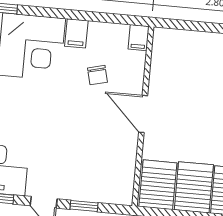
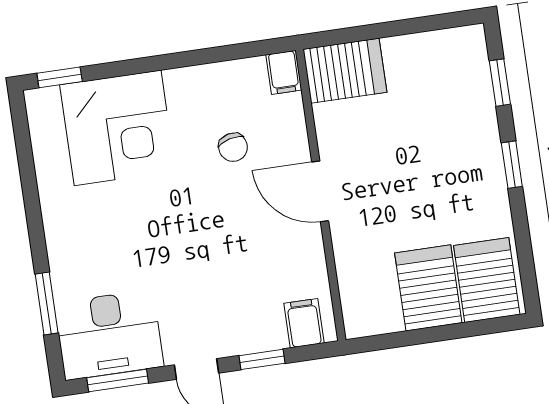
filing cabinet: (76, 33) -> (304, 323), moved, turned 180
server rack: (158, 185) -> (345, 71), moved, turned 90

